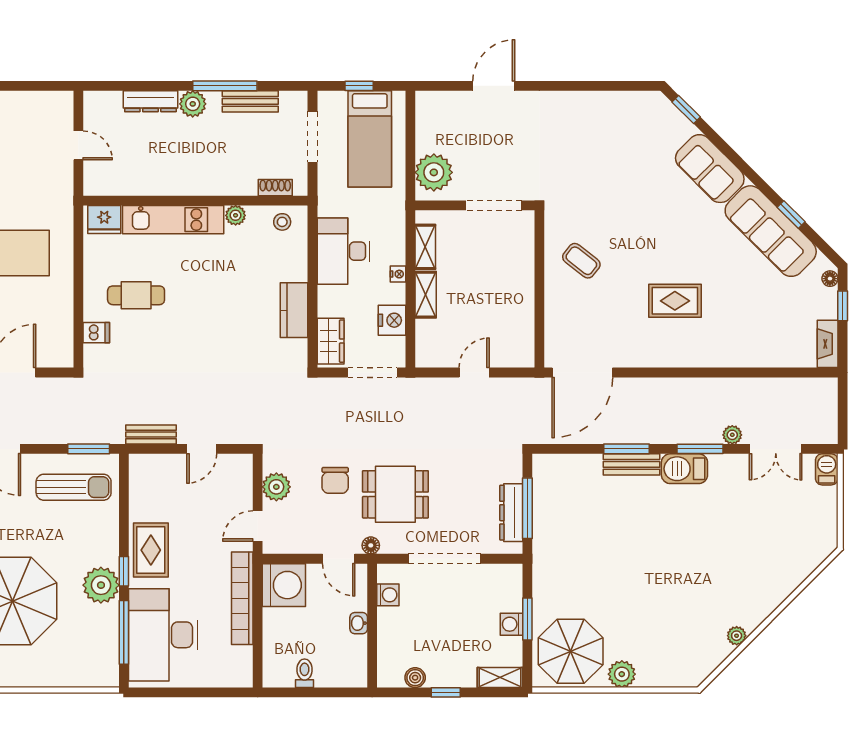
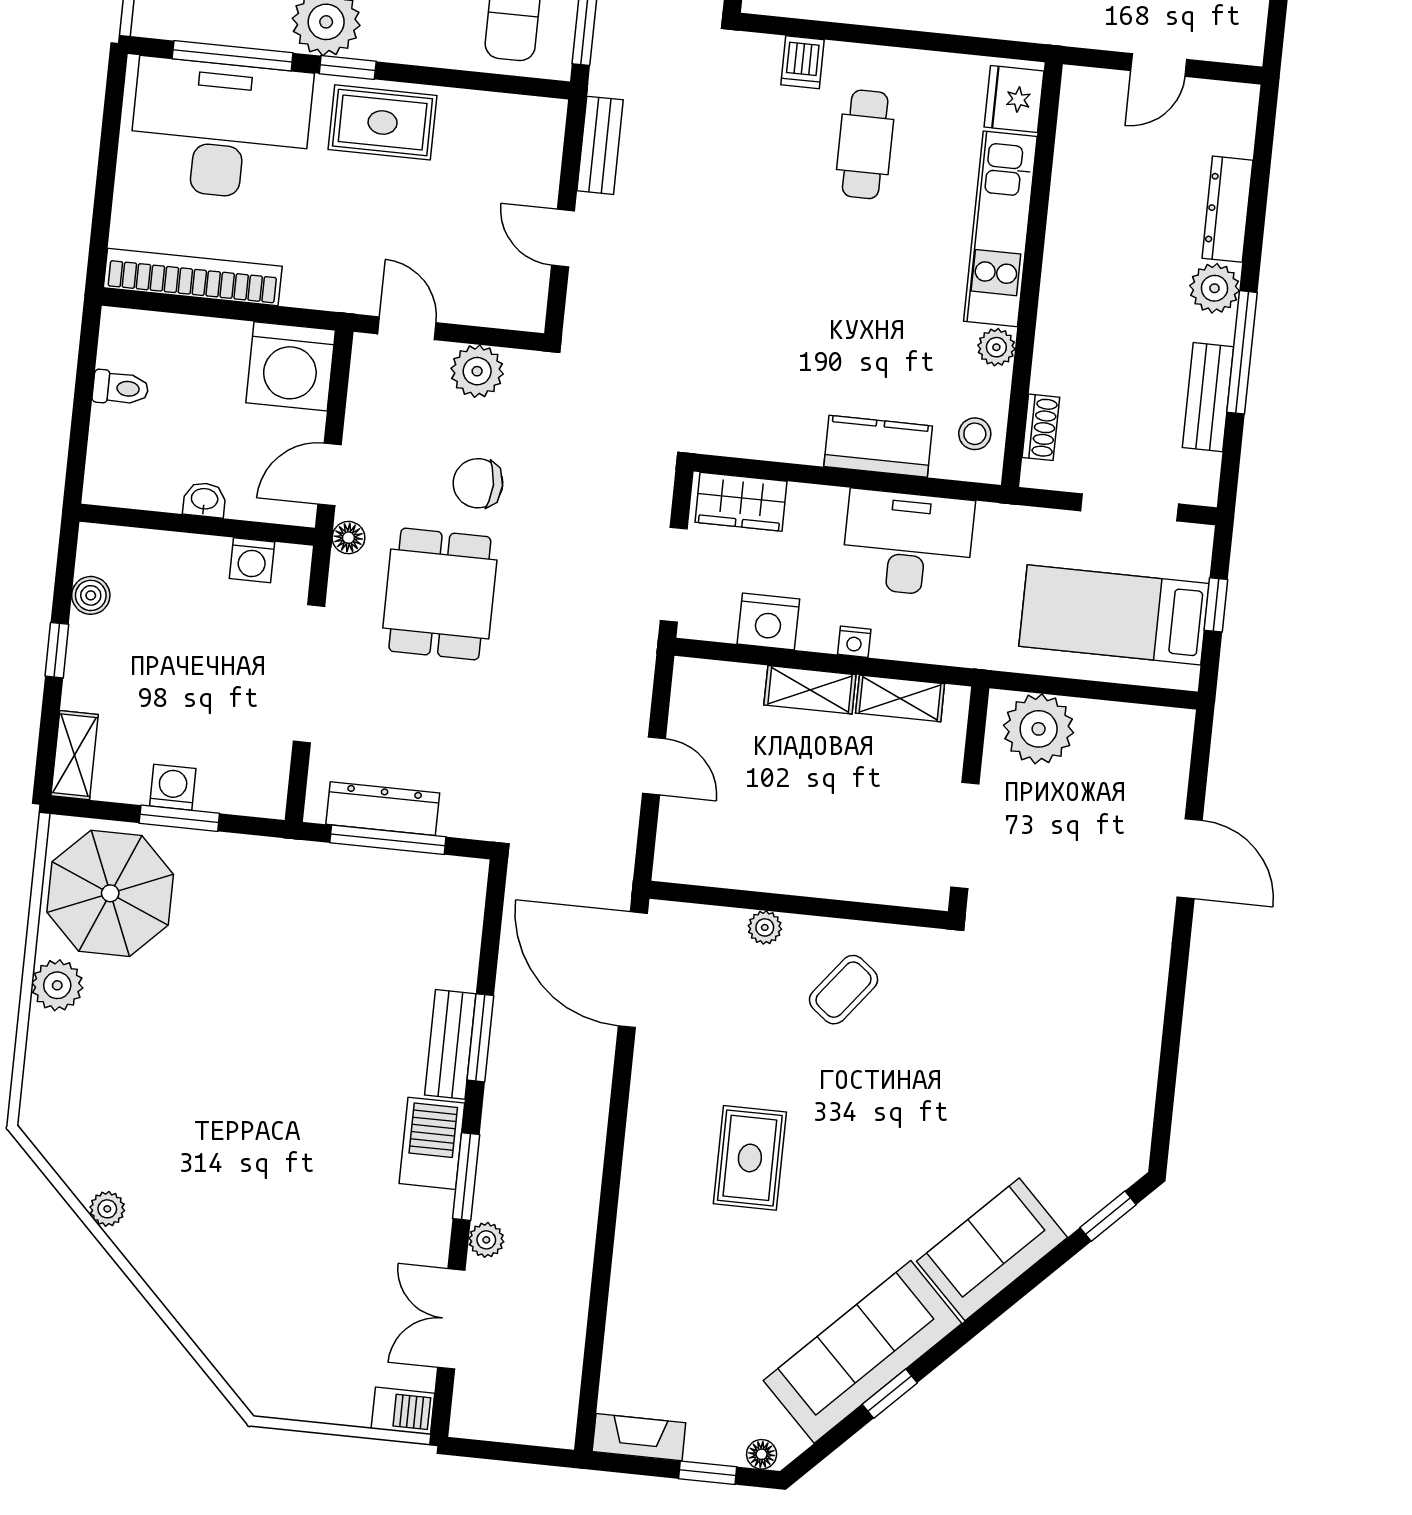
plant: (553, 305) -> (765, 927), added
kitchen counter: (294, 310) -> (878, 446), moved
bookcase: (242, 598) -> (193, 277), moved

